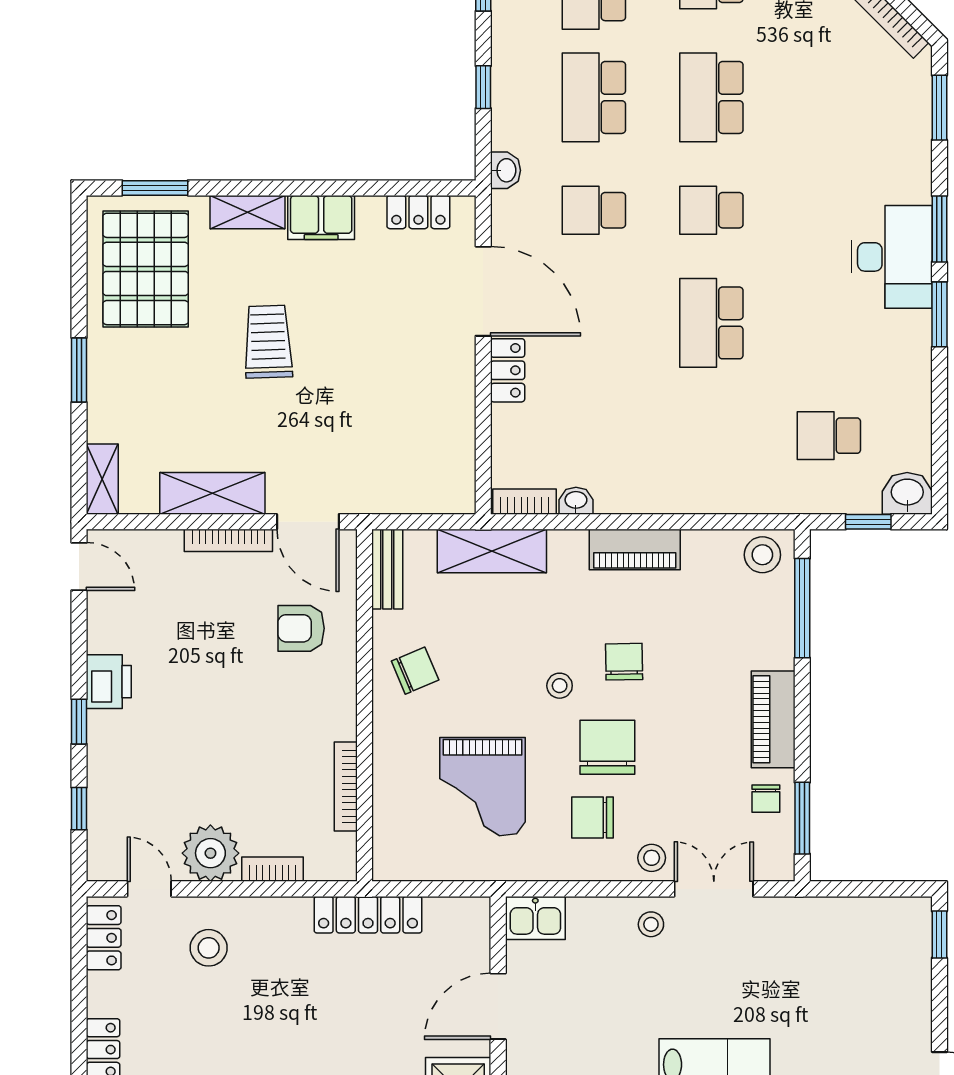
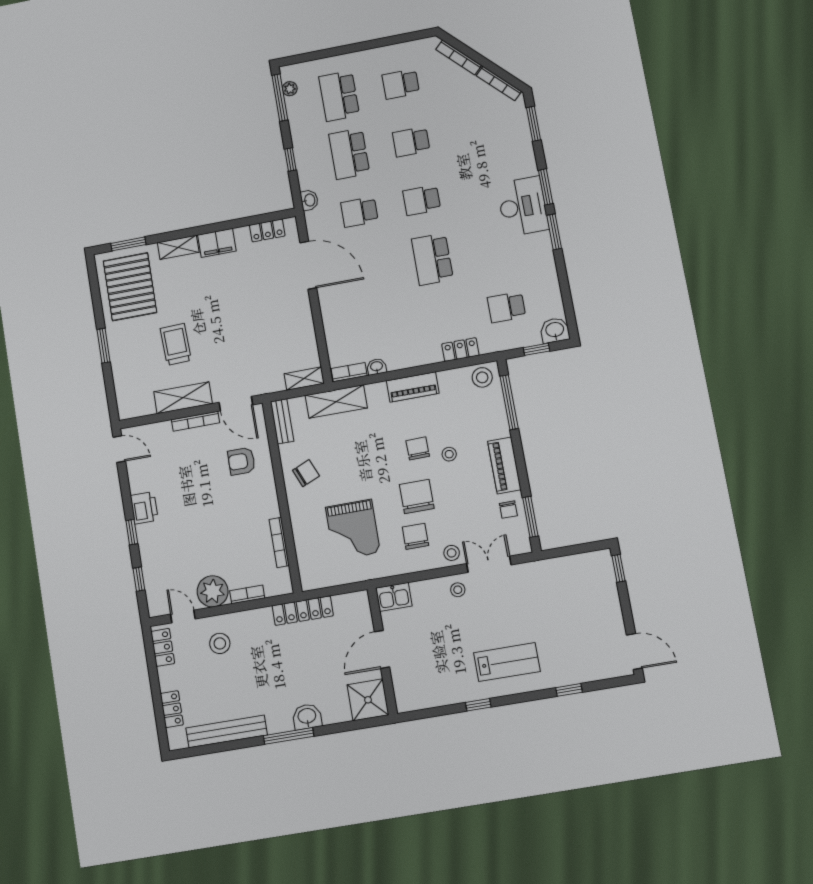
school desk: (711, 97) -> (411, 142), width x0.54
trolley: (268, 342) -> (176, 344), moved
locker: (508, 370) -> (460, 350), moved, turned -90
shelving: (102, 479) -> (304, 379), moved, turned 90
stool: (560, 686) -> (449, 454), moved
chair: (593, 818) -> (415, 536), turned 90

